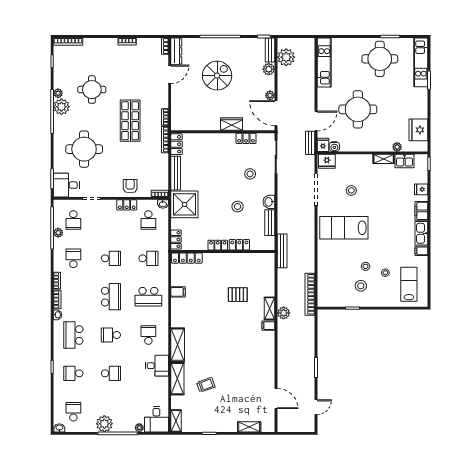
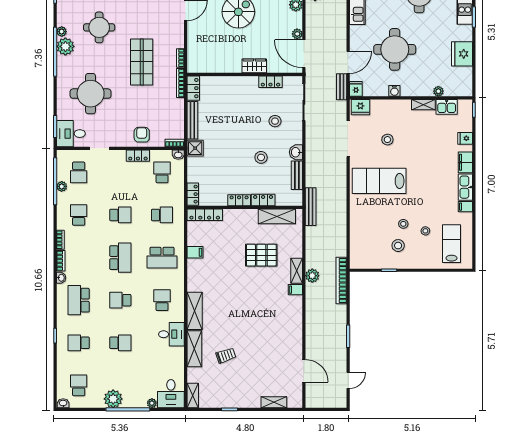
fridge: (418, 130) -> (462, 54), moved
water cooler: (334, 147) -> (394, 91), moved
shower: (184, 204) -> (195, 148), width x0.54, depth x0.54
school desk: (148, 220) -> (162, 172), turned 180
shelving: (252, 260) -> (277, 216), added
bookcase: (310, 294) -> (341, 280), moved
pallet: (238, 295) -> (261, 255), width x1.50, depth x1.42

